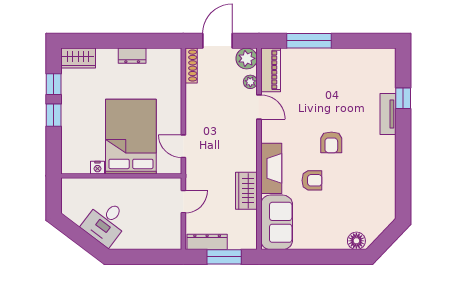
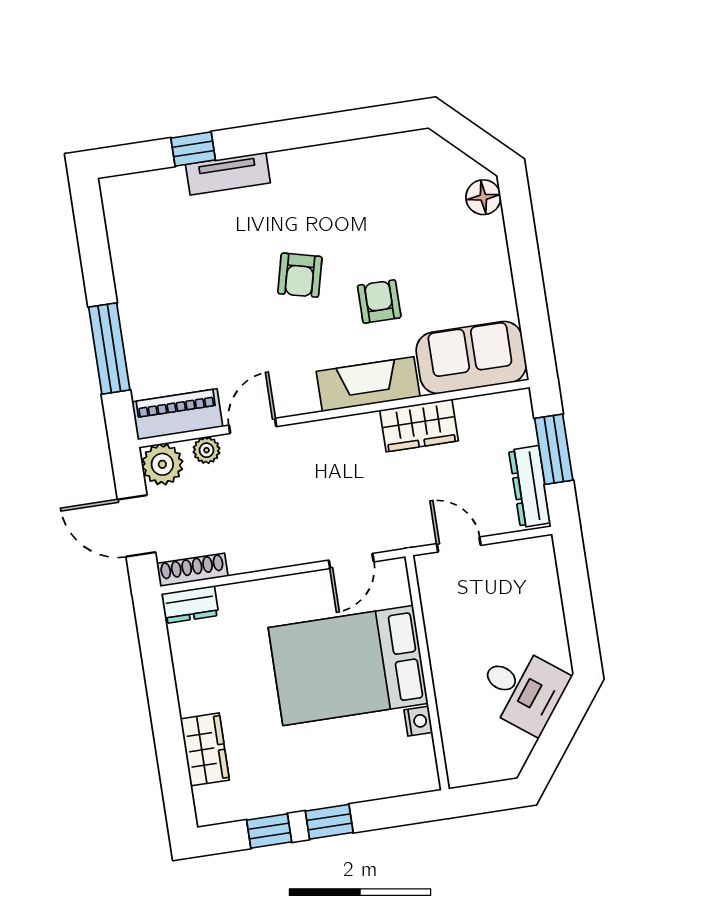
dresser: (132, 56) -> (190, 605), moved, turned 90
wardrobe: (78, 58) -> (205, 749), moved
armchair: (331, 142) -> (300, 275), turned 104

